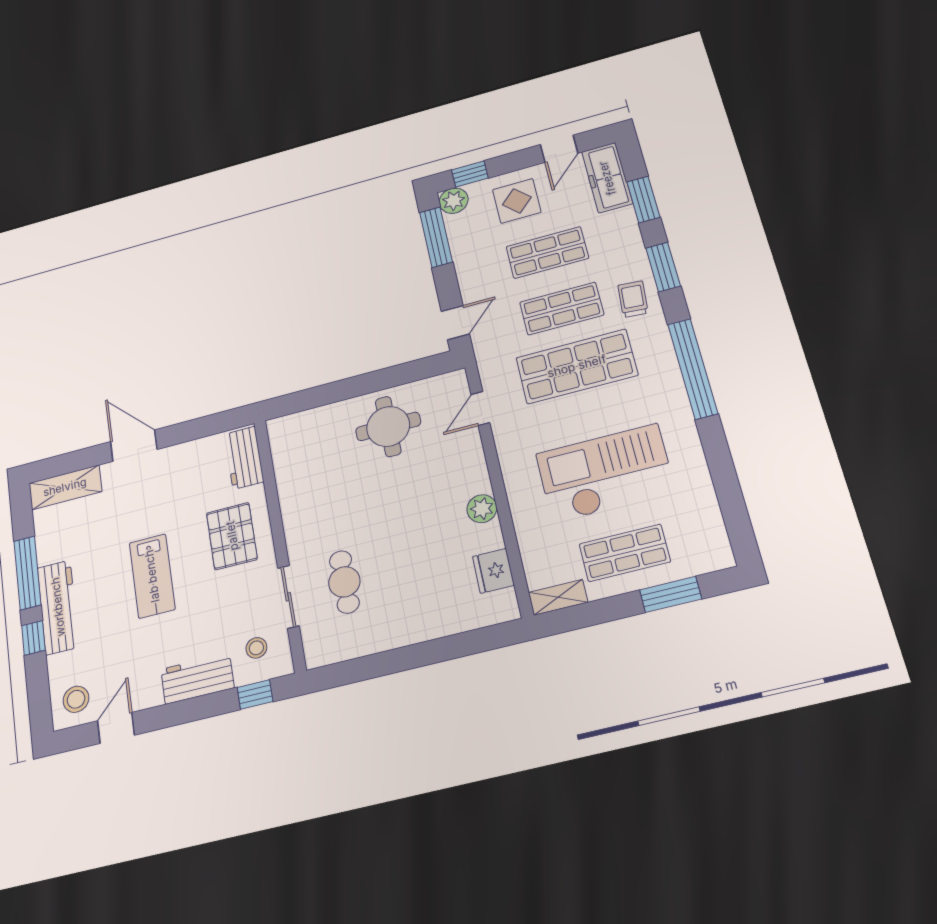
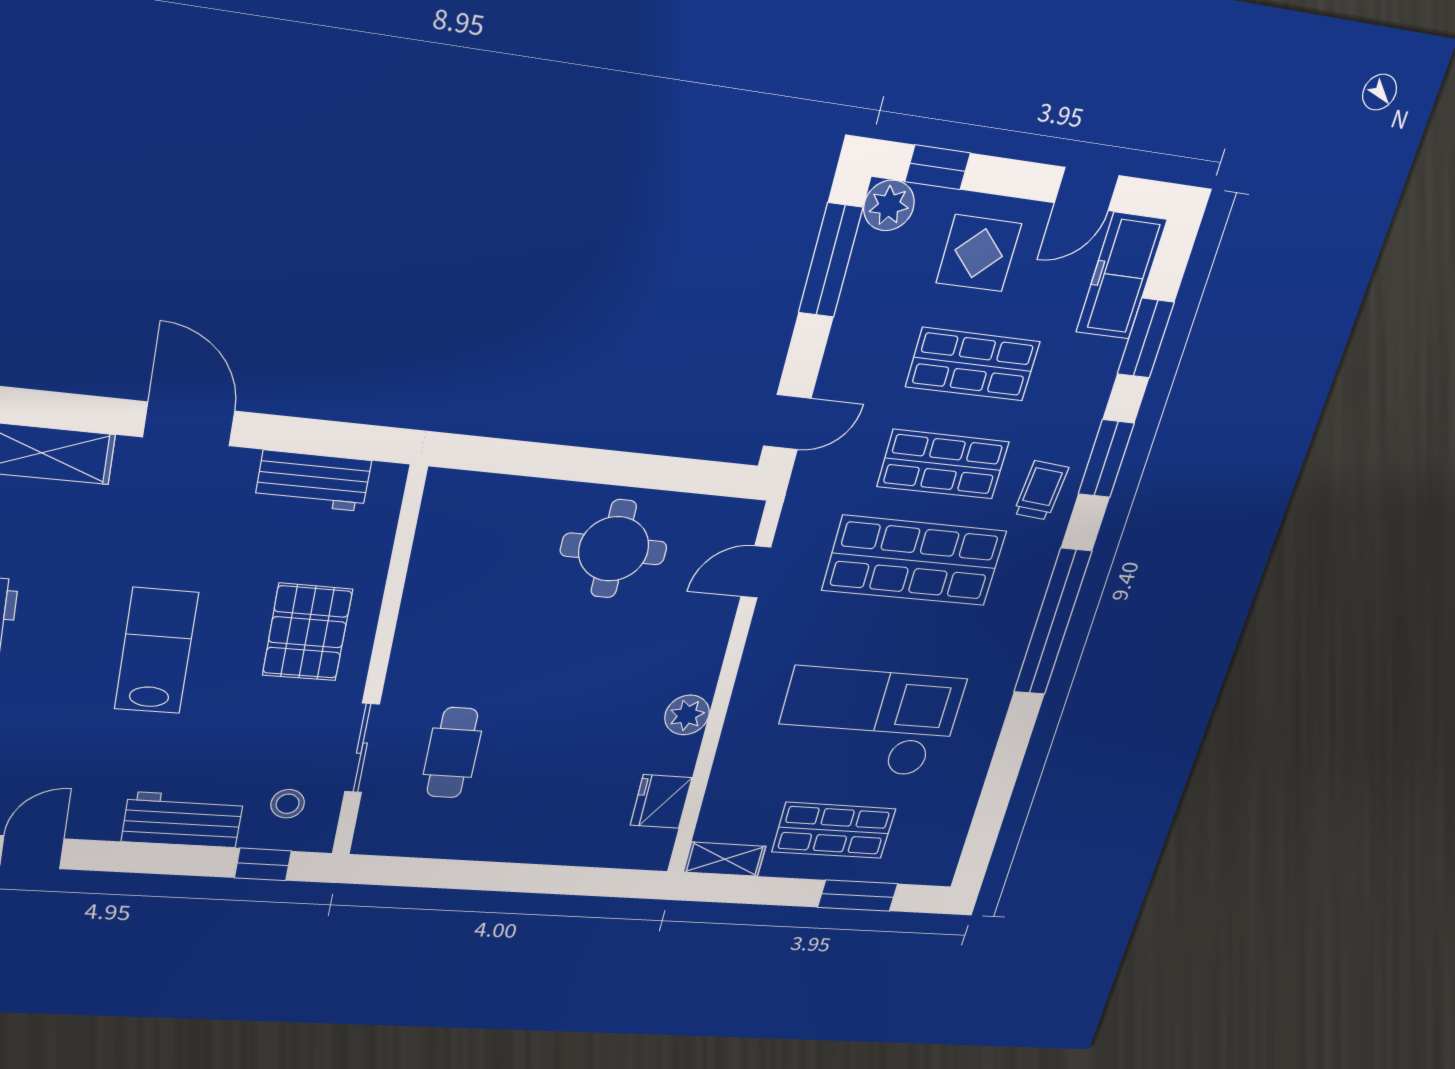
workbench: (244, 458) -> (313, 481), moved, turned -90
lab bench: (152, 576) -> (156, 651), turned 180

